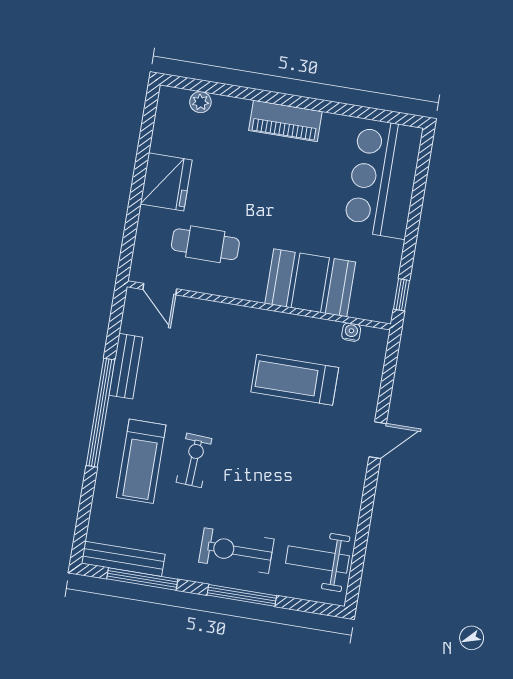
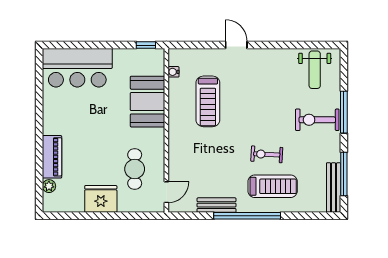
piano: (285, 121) -> (52, 157), moved
exercise bike: (236, 551) -> (317, 120), turned 90

